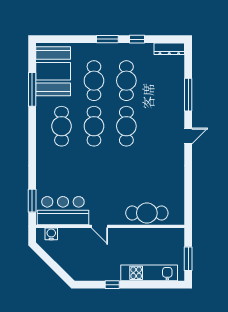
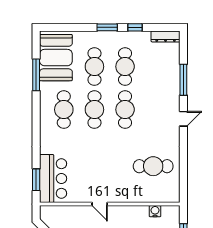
bar counter: (63, 211) -> (53, 178), moved, turned 90
cafe table: (147, 213) -> (153, 166), moved
water cooler: (51, 234) -> (155, 211), moved

